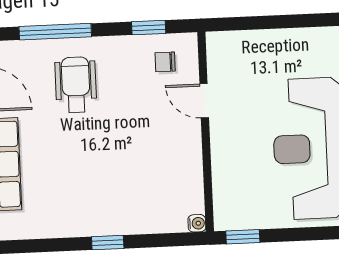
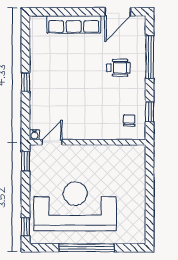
wheelchair: (76, 85) -> (118, 68), width x0.73, depth x0.73
door: (204, 101) -> (52, 142), moved

